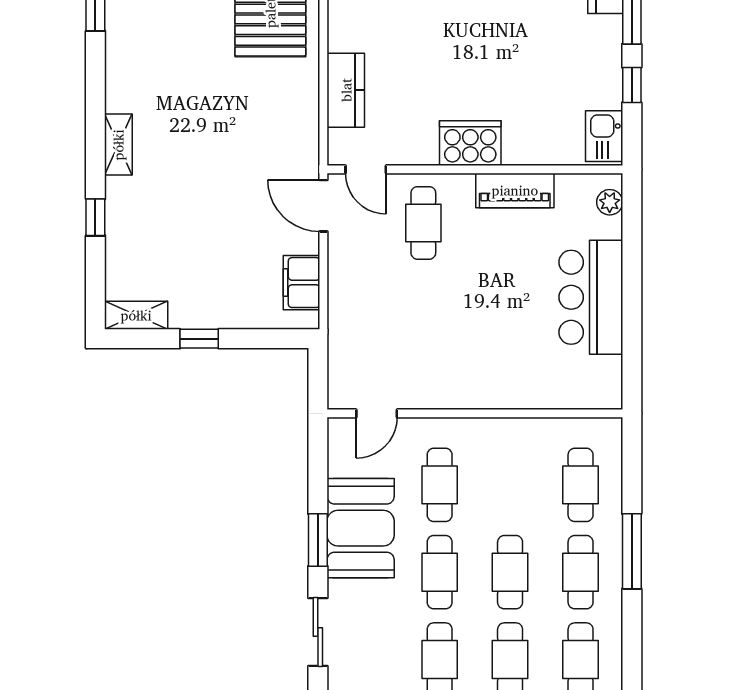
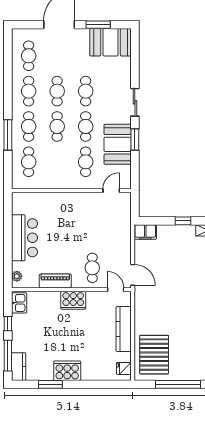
kitchen counter: (346, 90) -> (124, 329), width x1.50
filing cabinet: (302, 283) -> (145, 232), moved, turned 90

